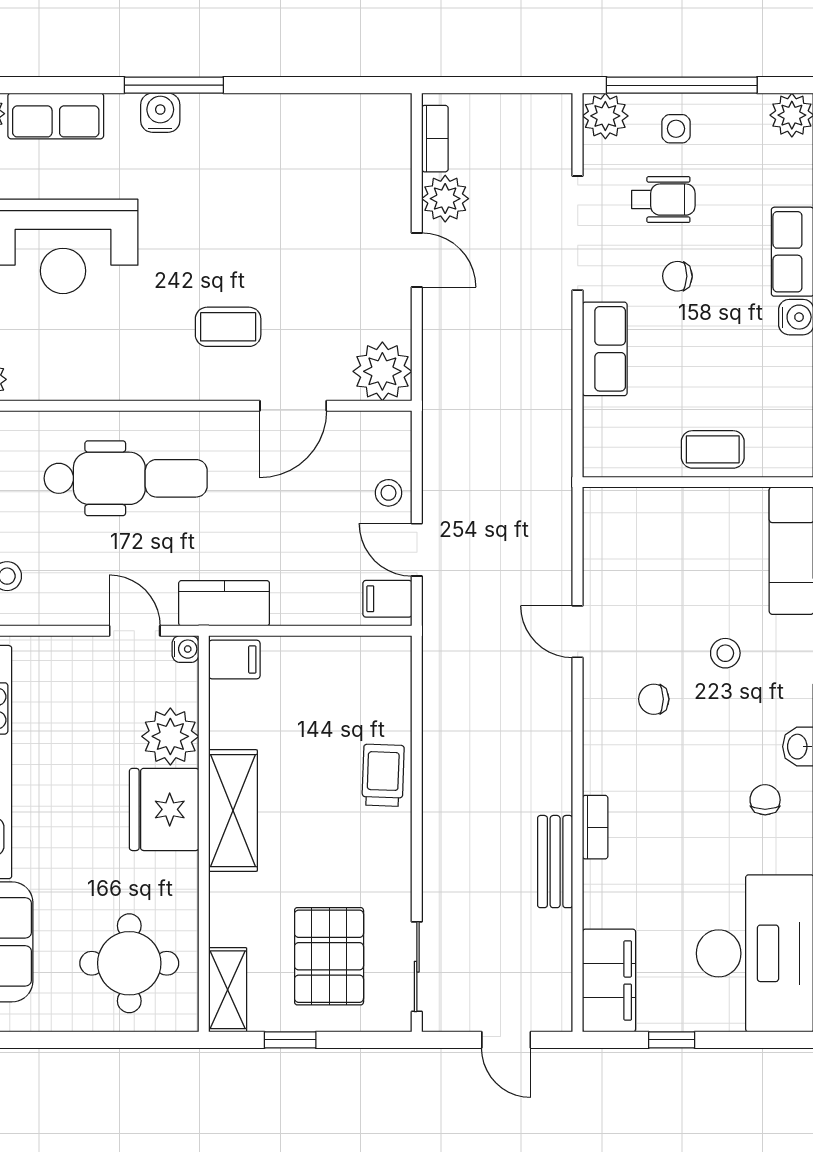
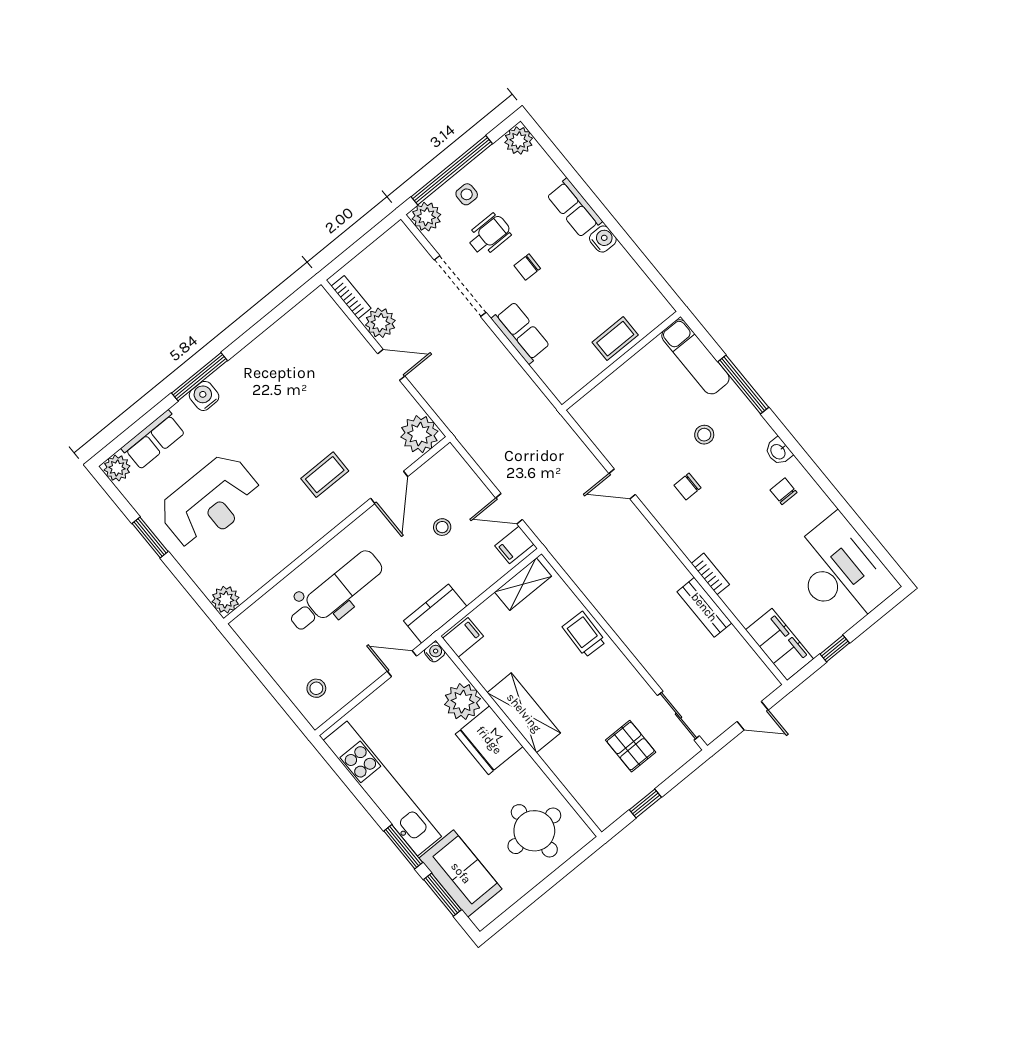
stool: (388, 493) -> (442, 527), moved
pallet: (329, 956) -> (631, 746), width x0.67, depth x0.71
shelving: (228, 990) -> (523, 584), moved, turned 90

